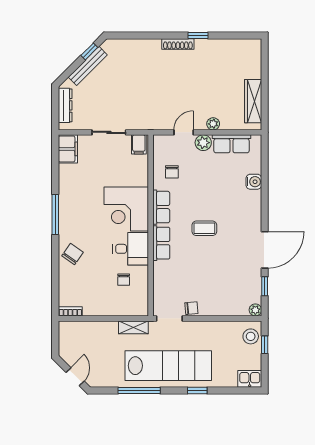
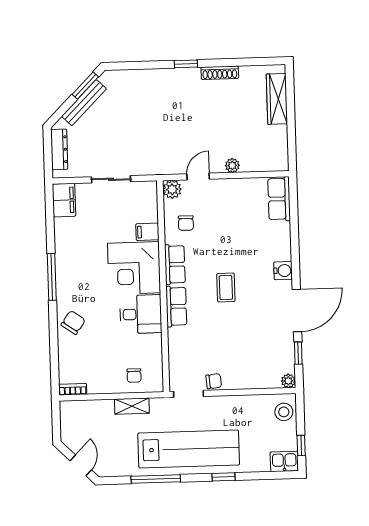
window: (198, 35) -> (186, 64), moved
shoe rack: (178, 44) -> (220, 73), moved
window: (89, 51) -> (85, 86), width x1.50
wardrobe: (253, 101) -> (277, 99), moved
plant: (203, 143) -> (172, 189), moved
filing cabinet: (139, 144) -> (147, 232), moved, turned 90
row of seats: (231, 144) -> (279, 199), moved, turned 90
water cooler: (254, 182) -> (283, 271), moved
coffee table: (204, 228) -> (226, 288), turned 90
chair: (124, 280) -> (134, 375), moved
shelving: (133, 327) -> (132, 406), moved
window: (265, 345) -> (301, 445), moved

